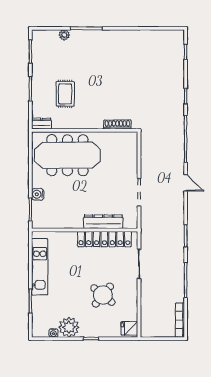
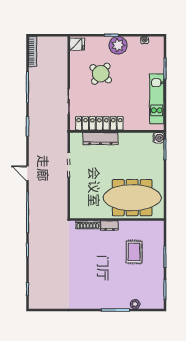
dresser: (42, 124) -> (109, 226), moved
water cooler: (38, 194) -> (158, 138), moved
plant: (69, 327) -> (118, 45), moved

